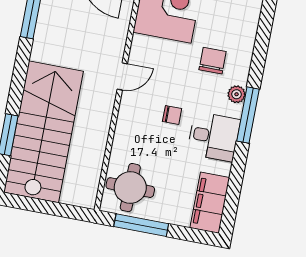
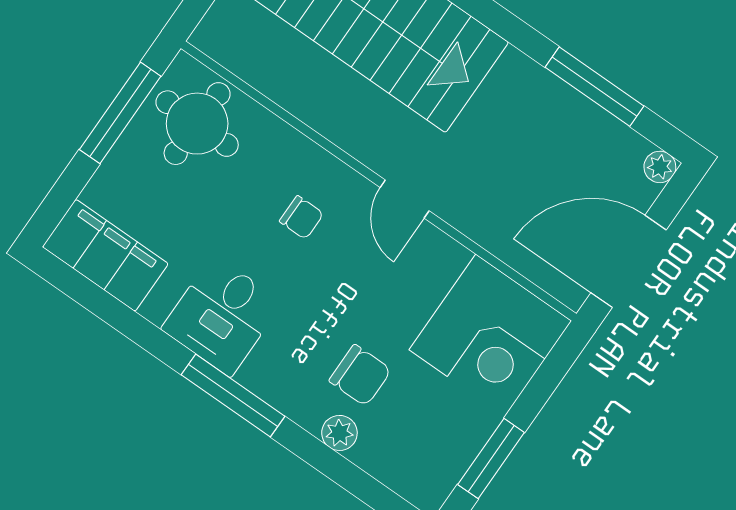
plant: (237, 94) -> (339, 433), moved
chair: (172, 115) -> (301, 217), moved, turned -90

